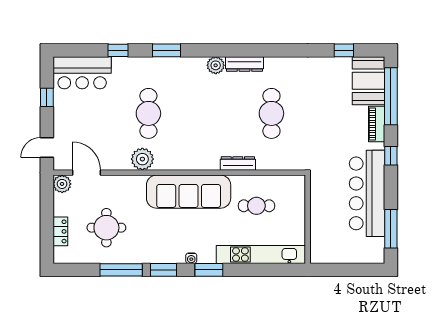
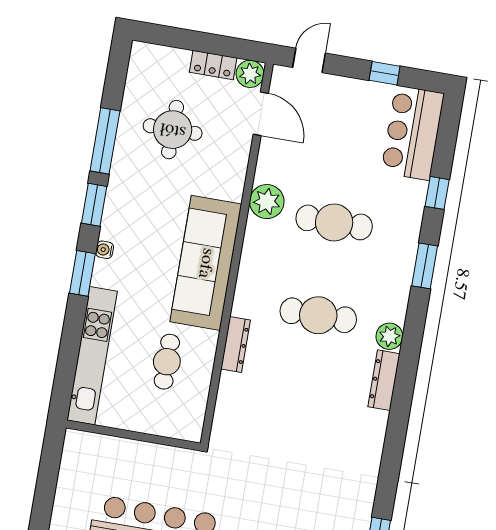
cafe table: (271, 113) -> (318, 315), moved
door: (47, 147) -> (309, 60), hinge flipped
door: (87, 173) -> (261, 114), hinge flipped
locker: (60, 231) -> (213, 65), moved

